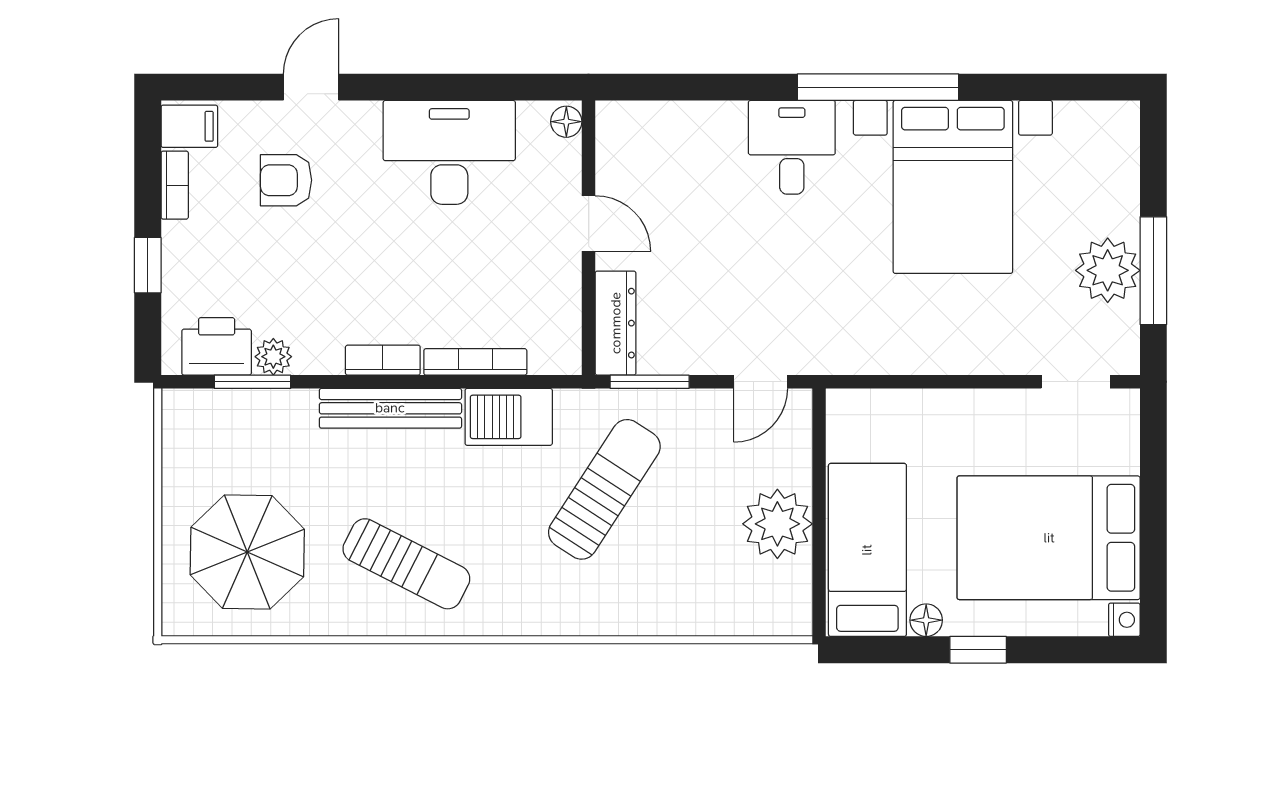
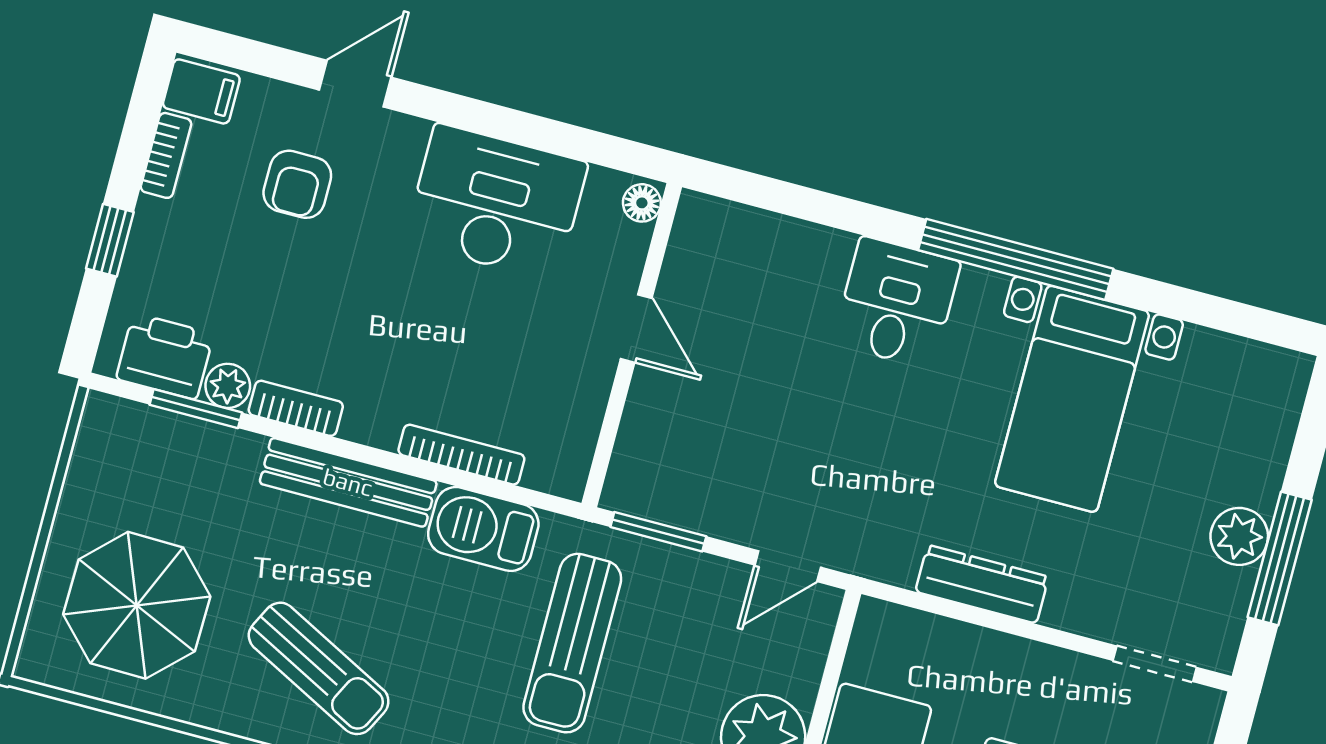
armchair: (286, 180) -> (297, 184), turned -90
bed with nightstands: (953, 187) -> (1072, 399), width x0.73
plant: (1108, 270) -> (1239, 536), width x0.73, depth x0.73
dresser: (616, 323) -> (982, 584), moved, turned -90
bookcase: (383, 360) -> (296, 408), moved
sun lounger: (604, 489) -> (572, 643), turned 147

